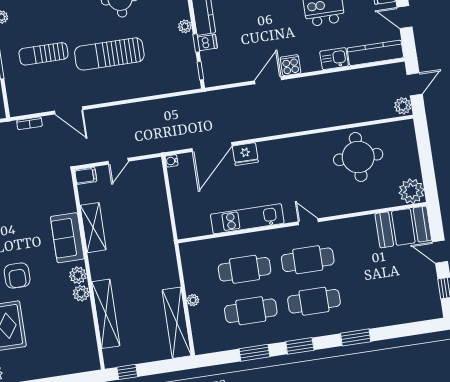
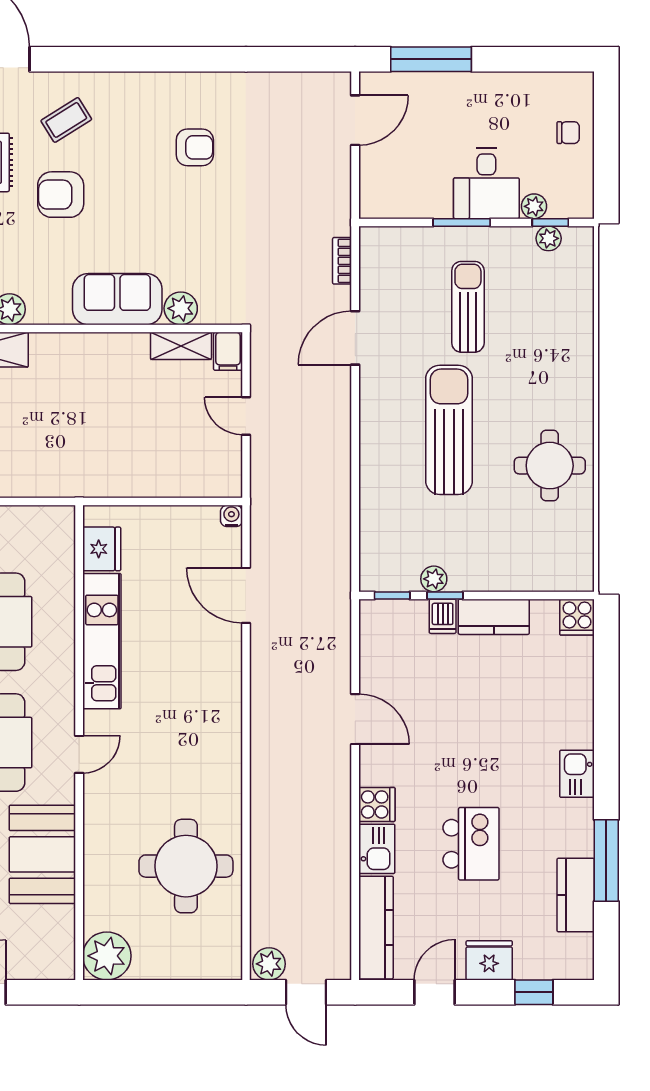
plant: (185, 26) -> (434, 579), moved
cooker: (290, 65) -> (377, 804), moved
door: (212, 147) -> (246, 595), width x0.73
fridge: (245, 154) -> (102, 549), moved, turned 180
booth: (403, 227) -> (42, 854), moved
shelving: (93, 228) -> (181, 346), moved, width x0.67, depth x0.75
plant: (78, 275) -> (181, 308), moved

